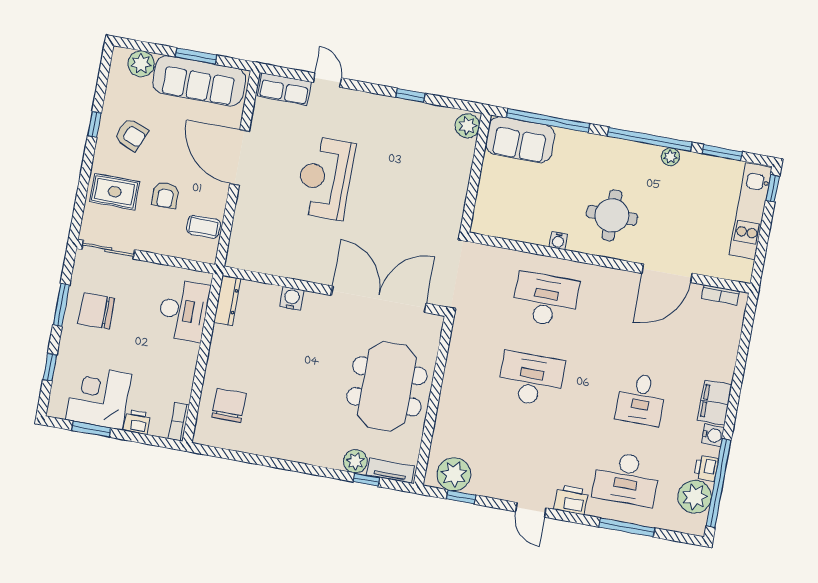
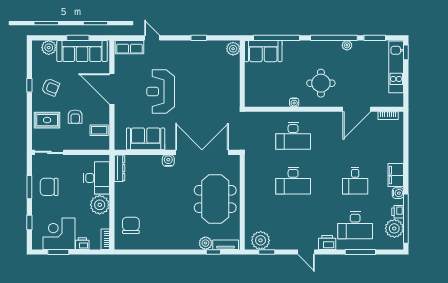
sofa: (283, 257) -> (146, 139), added
water cooler: (292, 298) -> (168, 161), moved
desk: (545, 300) -> (293, 136), turned 180
plant: (180, 359) -> (100, 205), added
desk: (531, 379) -> (293, 181), turned 180

